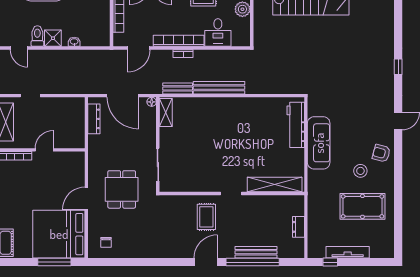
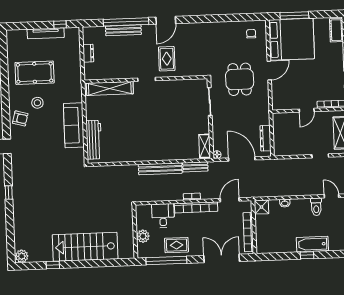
shower: (53, 38) -> (261, 207), moved

